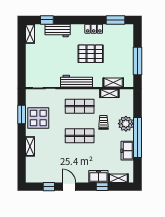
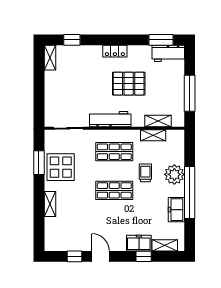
locker: (94, 29) -> (115, 51), moved
workbench: (58, 30) -> (168, 53), moved

